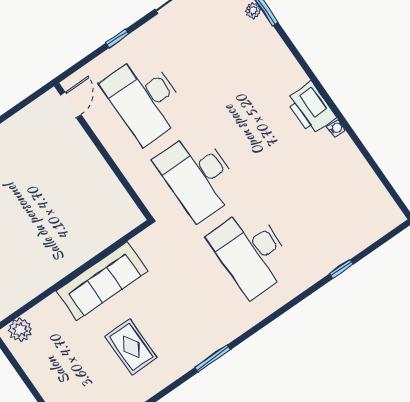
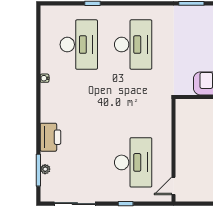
printer: (311, 108) -> (50, 137), moved
desk: (198, 176) -> (79, 45), moved

